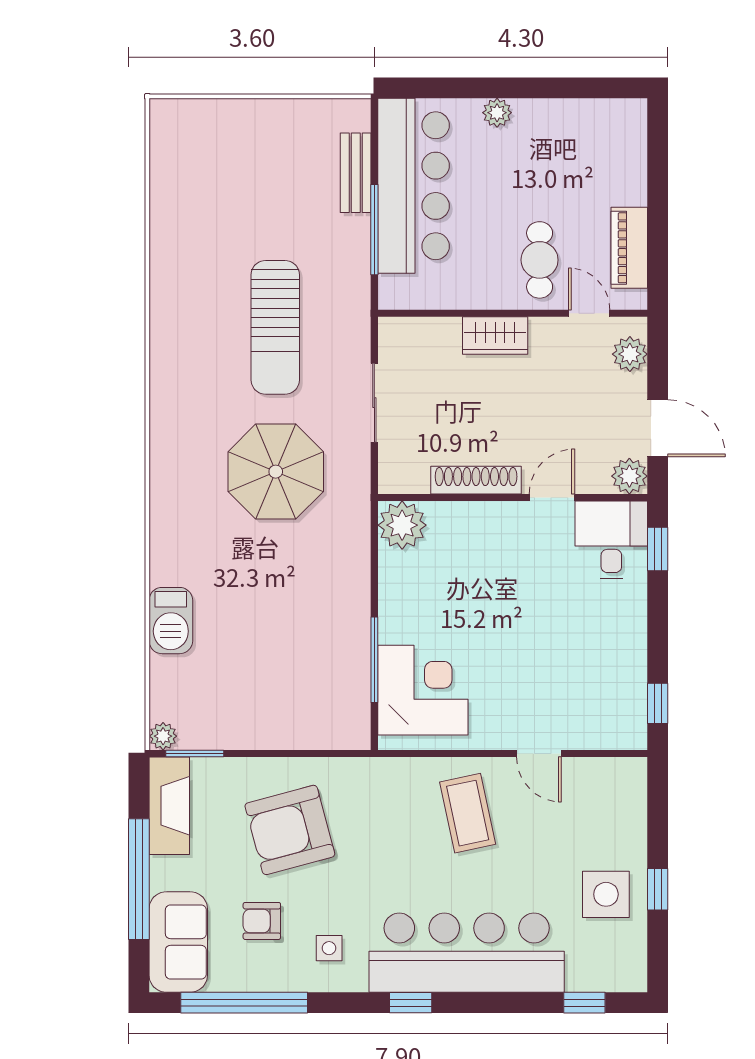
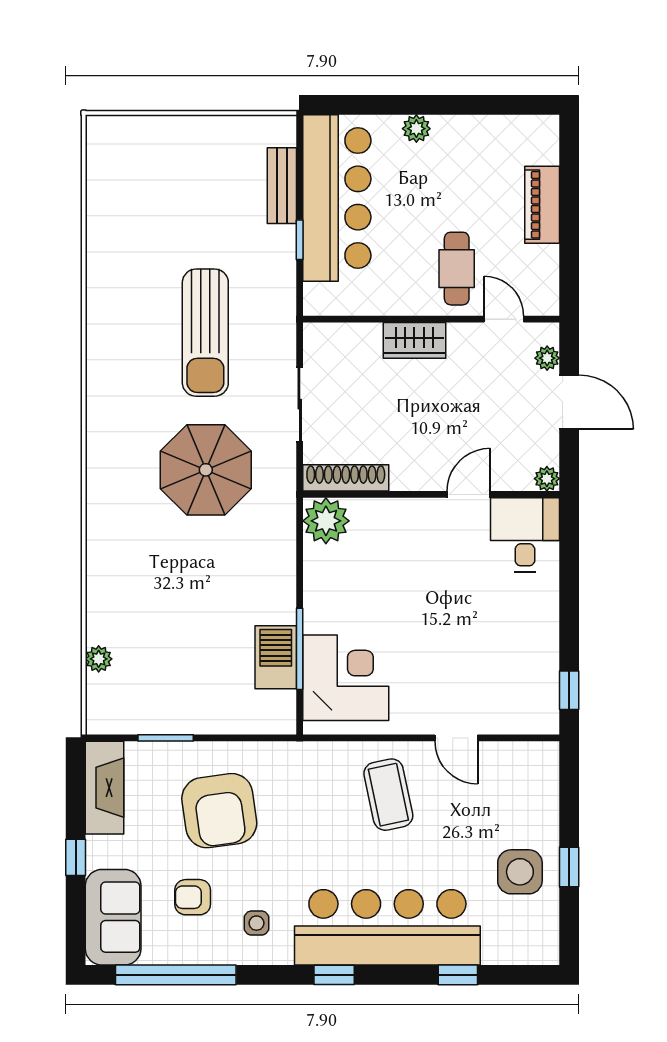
window: (374, 230) -> (300, 240), width x0.46
piano: (629, 248) -> (542, 205), moved
plant: (630, 354) -> (547, 358), width x0.73, depth x0.73
door: (658, 428) -> (569, 402), moved
plant: (629, 476) -> (547, 479), width x0.73, depth x0.73
shoe rack: (476, 480) -> (346, 478), moved
window: (658, 549) -> (569, 543), removed
barbecue: (171, 621) -> (276, 657), moved, turned 180
plant: (163, 736) -> (99, 659), moved
window: (195, 753) -> (166, 738), moved
armchair: (290, 830) -> (219, 811), turned -83
window: (139, 879) -> (76, 857), width x0.32
window: (584, 1003) -> (458, 975), moved

